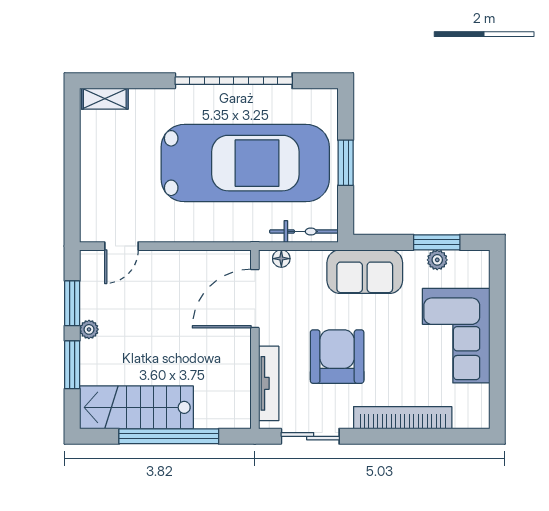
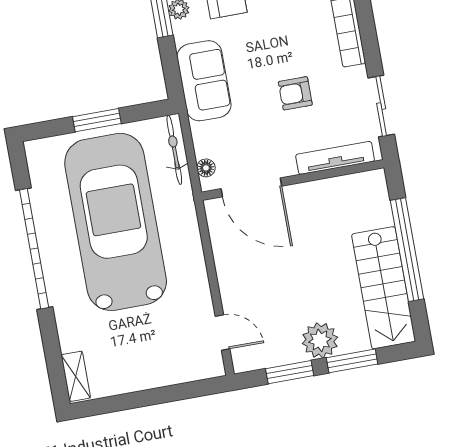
plant: (89, 329) -> (320, 340), width x1.88, depth x1.88
armchair: (337, 357) -> (295, 93), width x0.53, depth x0.53

